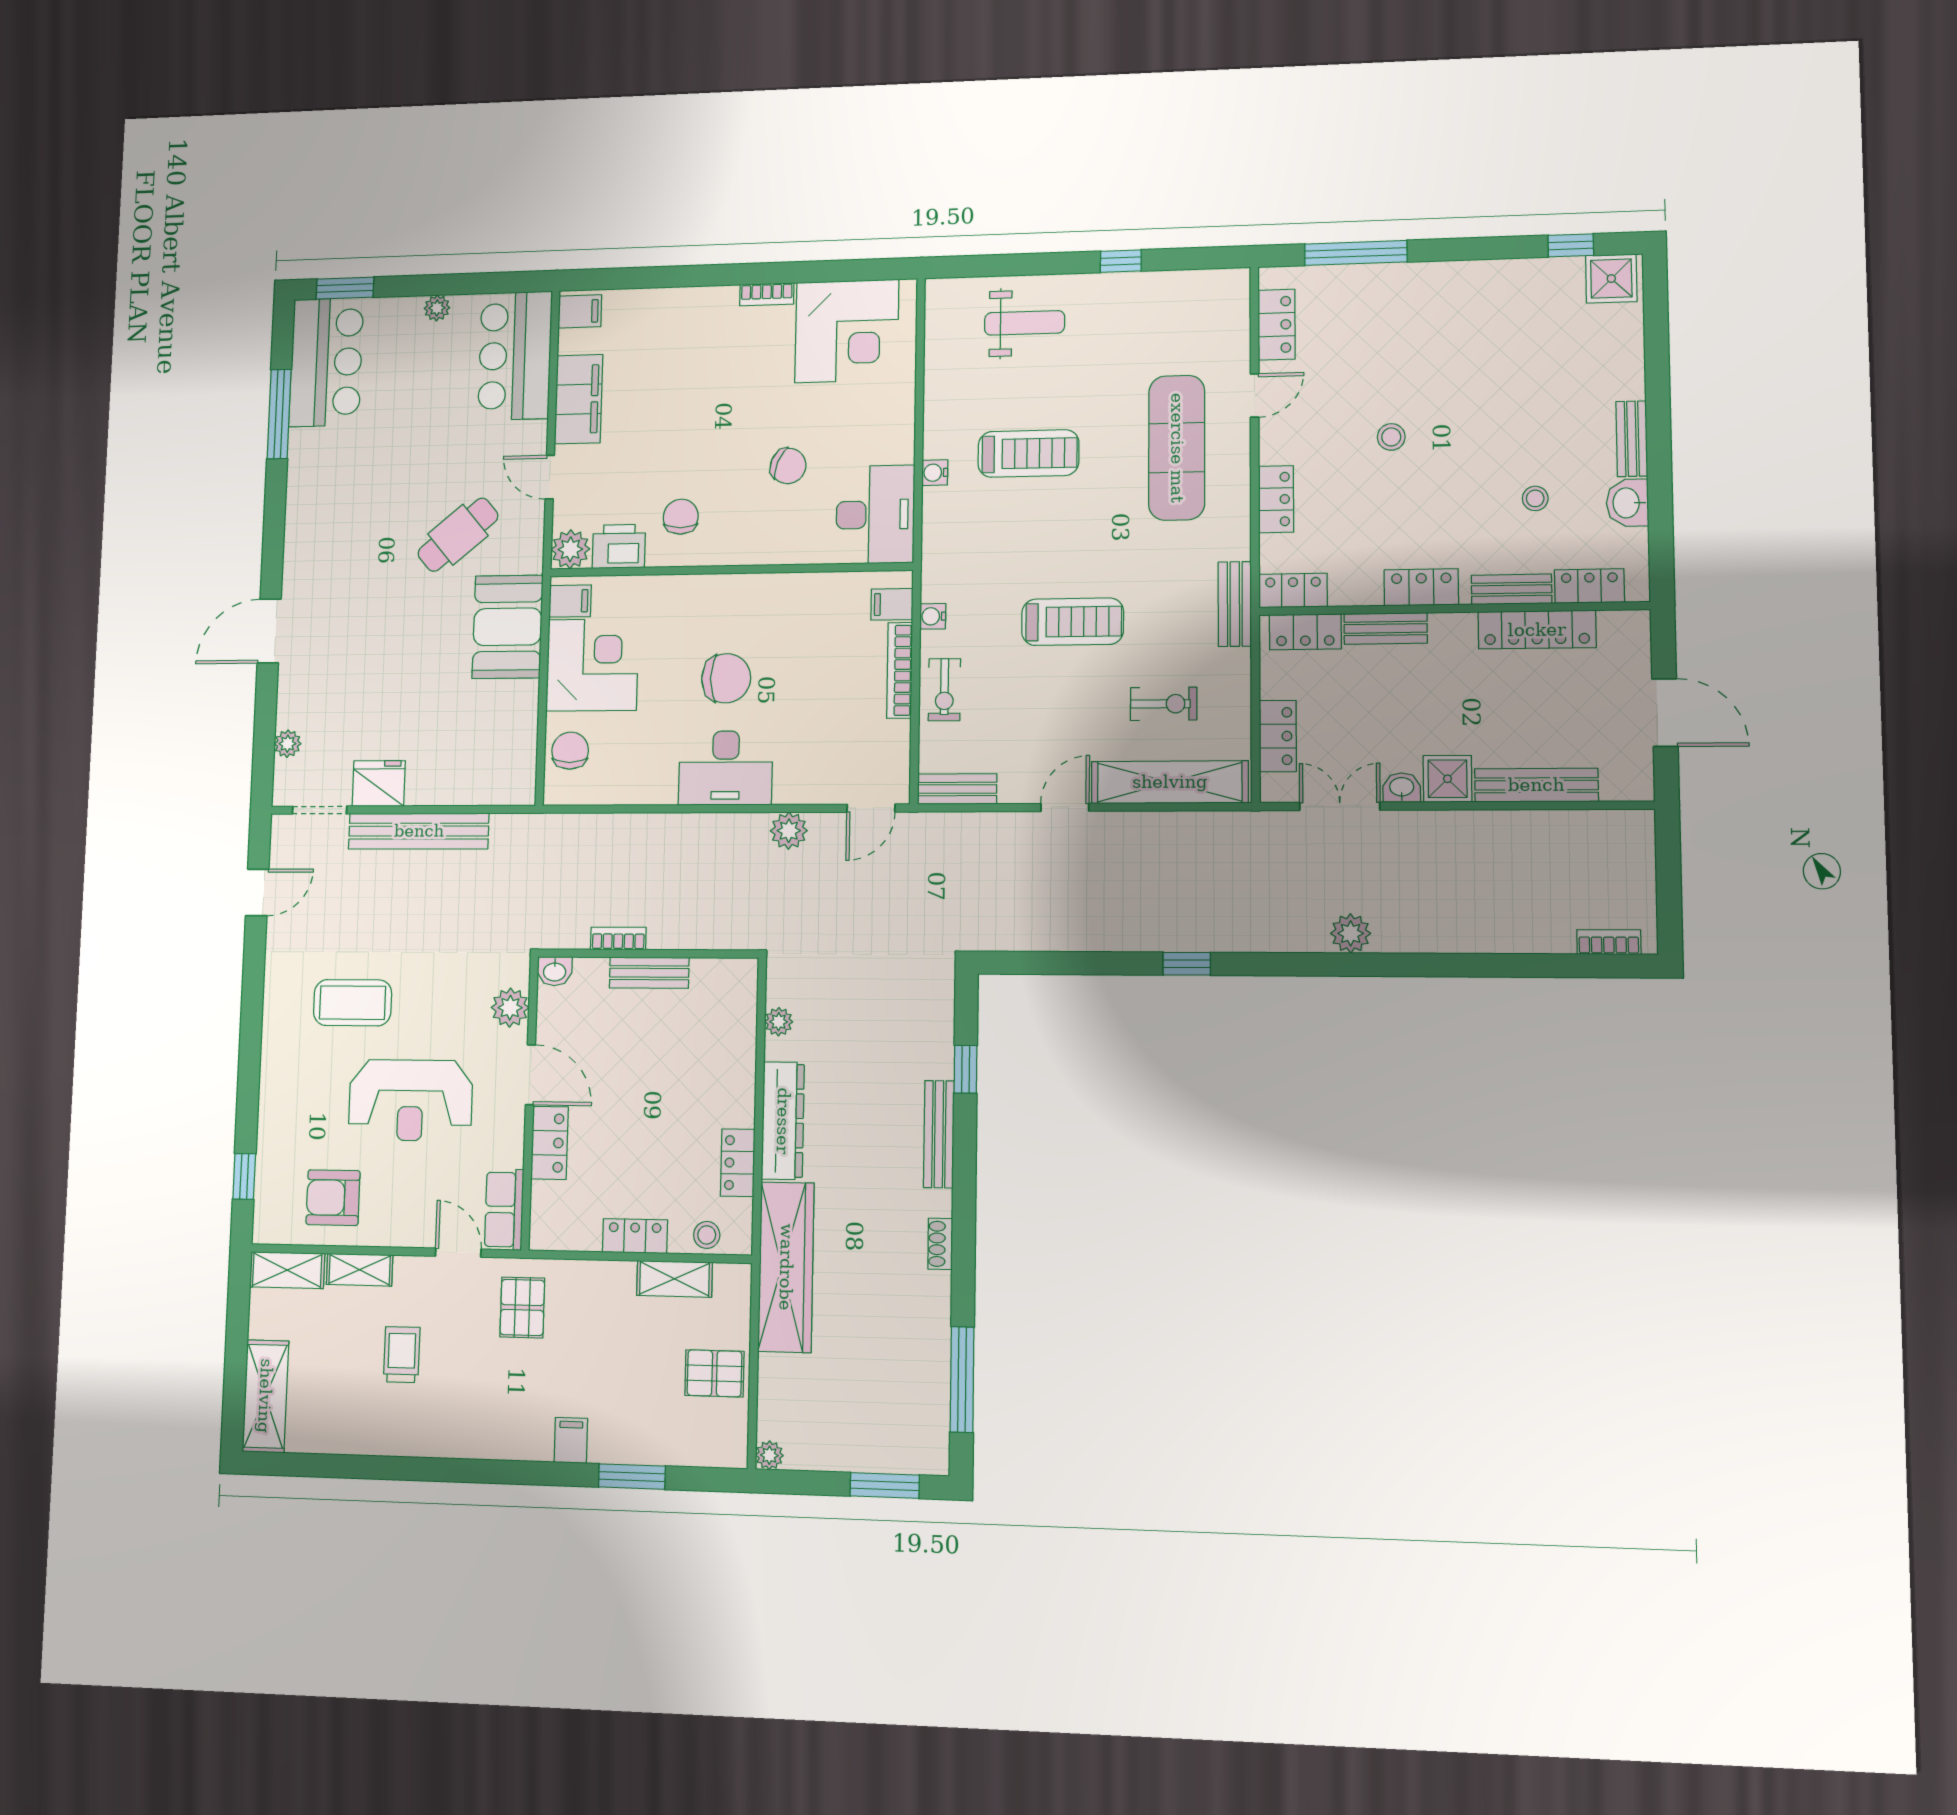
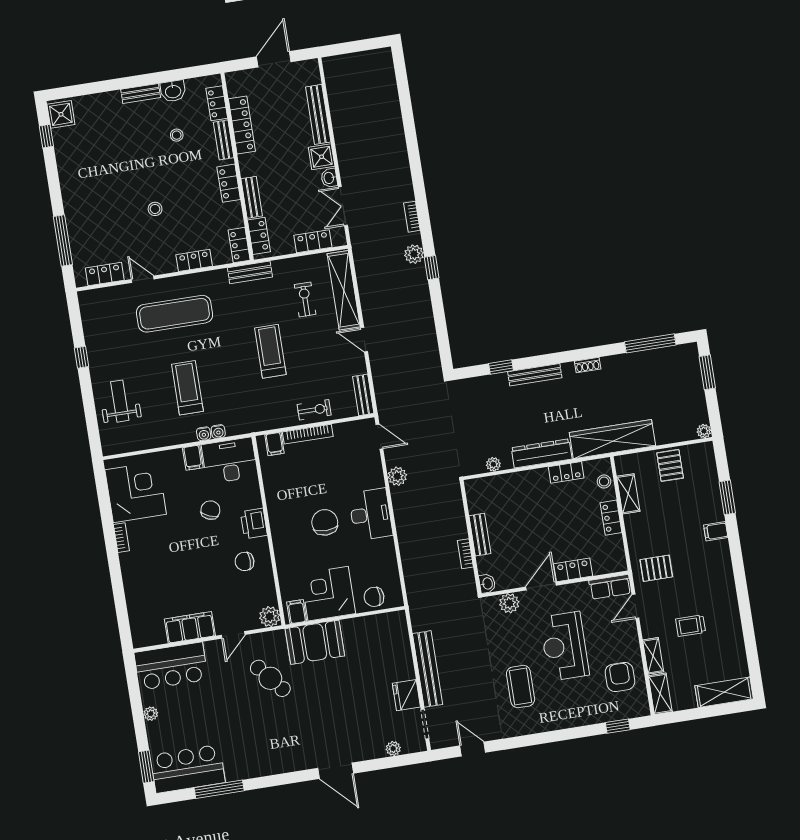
filing cabinet: (580, 311) -> (193, 458), moved, turned 180
printer: (619, 546) -> (254, 524), moved
water cooler: (933, 616) -> (218, 431), moved
plant: (1351, 933) -> (414, 254), moved
bookcase: (1609, 942) -> (412, 217), moved
reception desk: (410, 1100) -> (564, 646), turned 180
armchair: (333, 1198) -> (620, 677), turned 180

